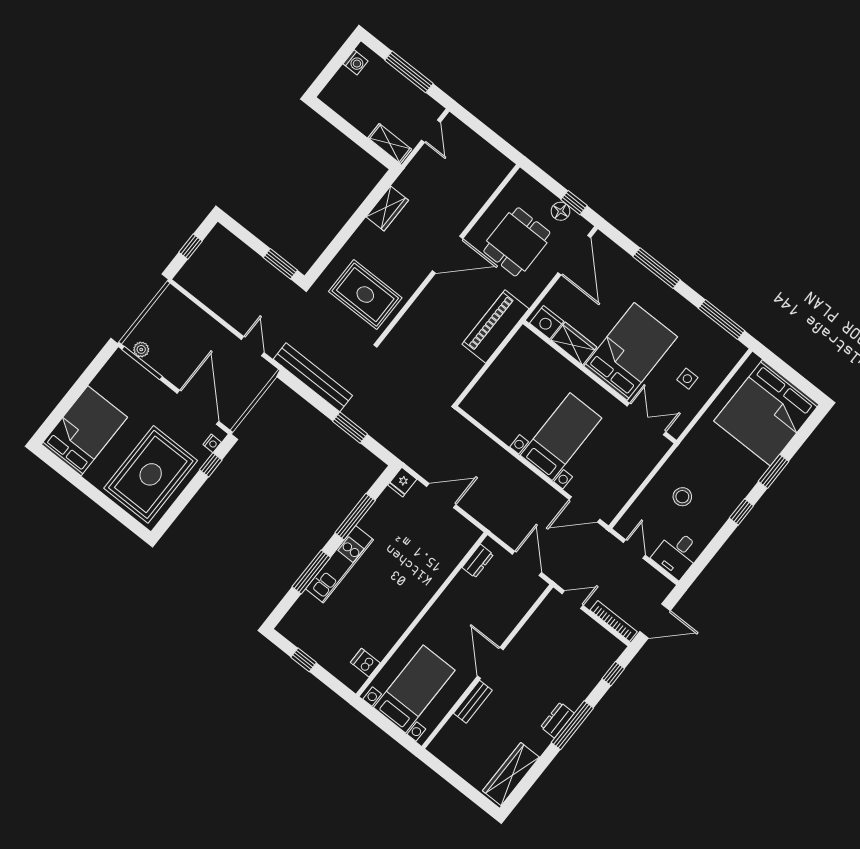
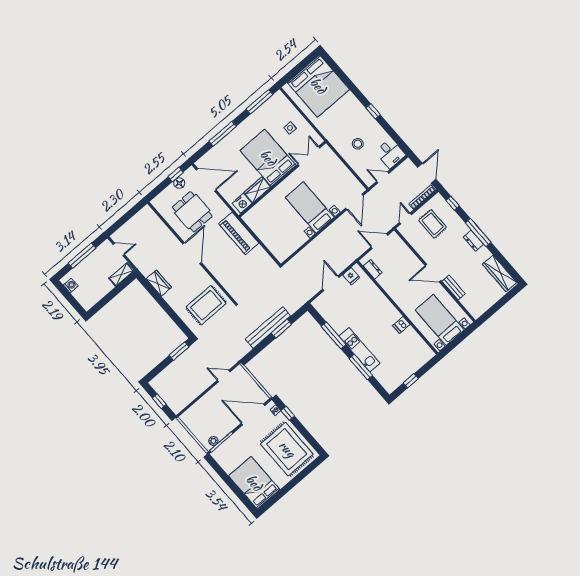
bench: (313, 377) -> (268, 328), moved
window: (774, 471) -> (353, 88), removed
fridge: (402, 482) -> (351, 276), moved
rug: (573, 647) -> (433, 224), added
dishwasher: (365, 663) -> (401, 325), moved

